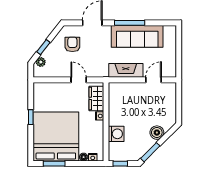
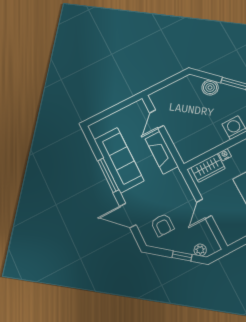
armchair: (72, 44) -> (162, 225), turned -90
door: (79, 80) -> (204, 209), moved
door: (154, 80) -> (157, 119), hinge flipped

